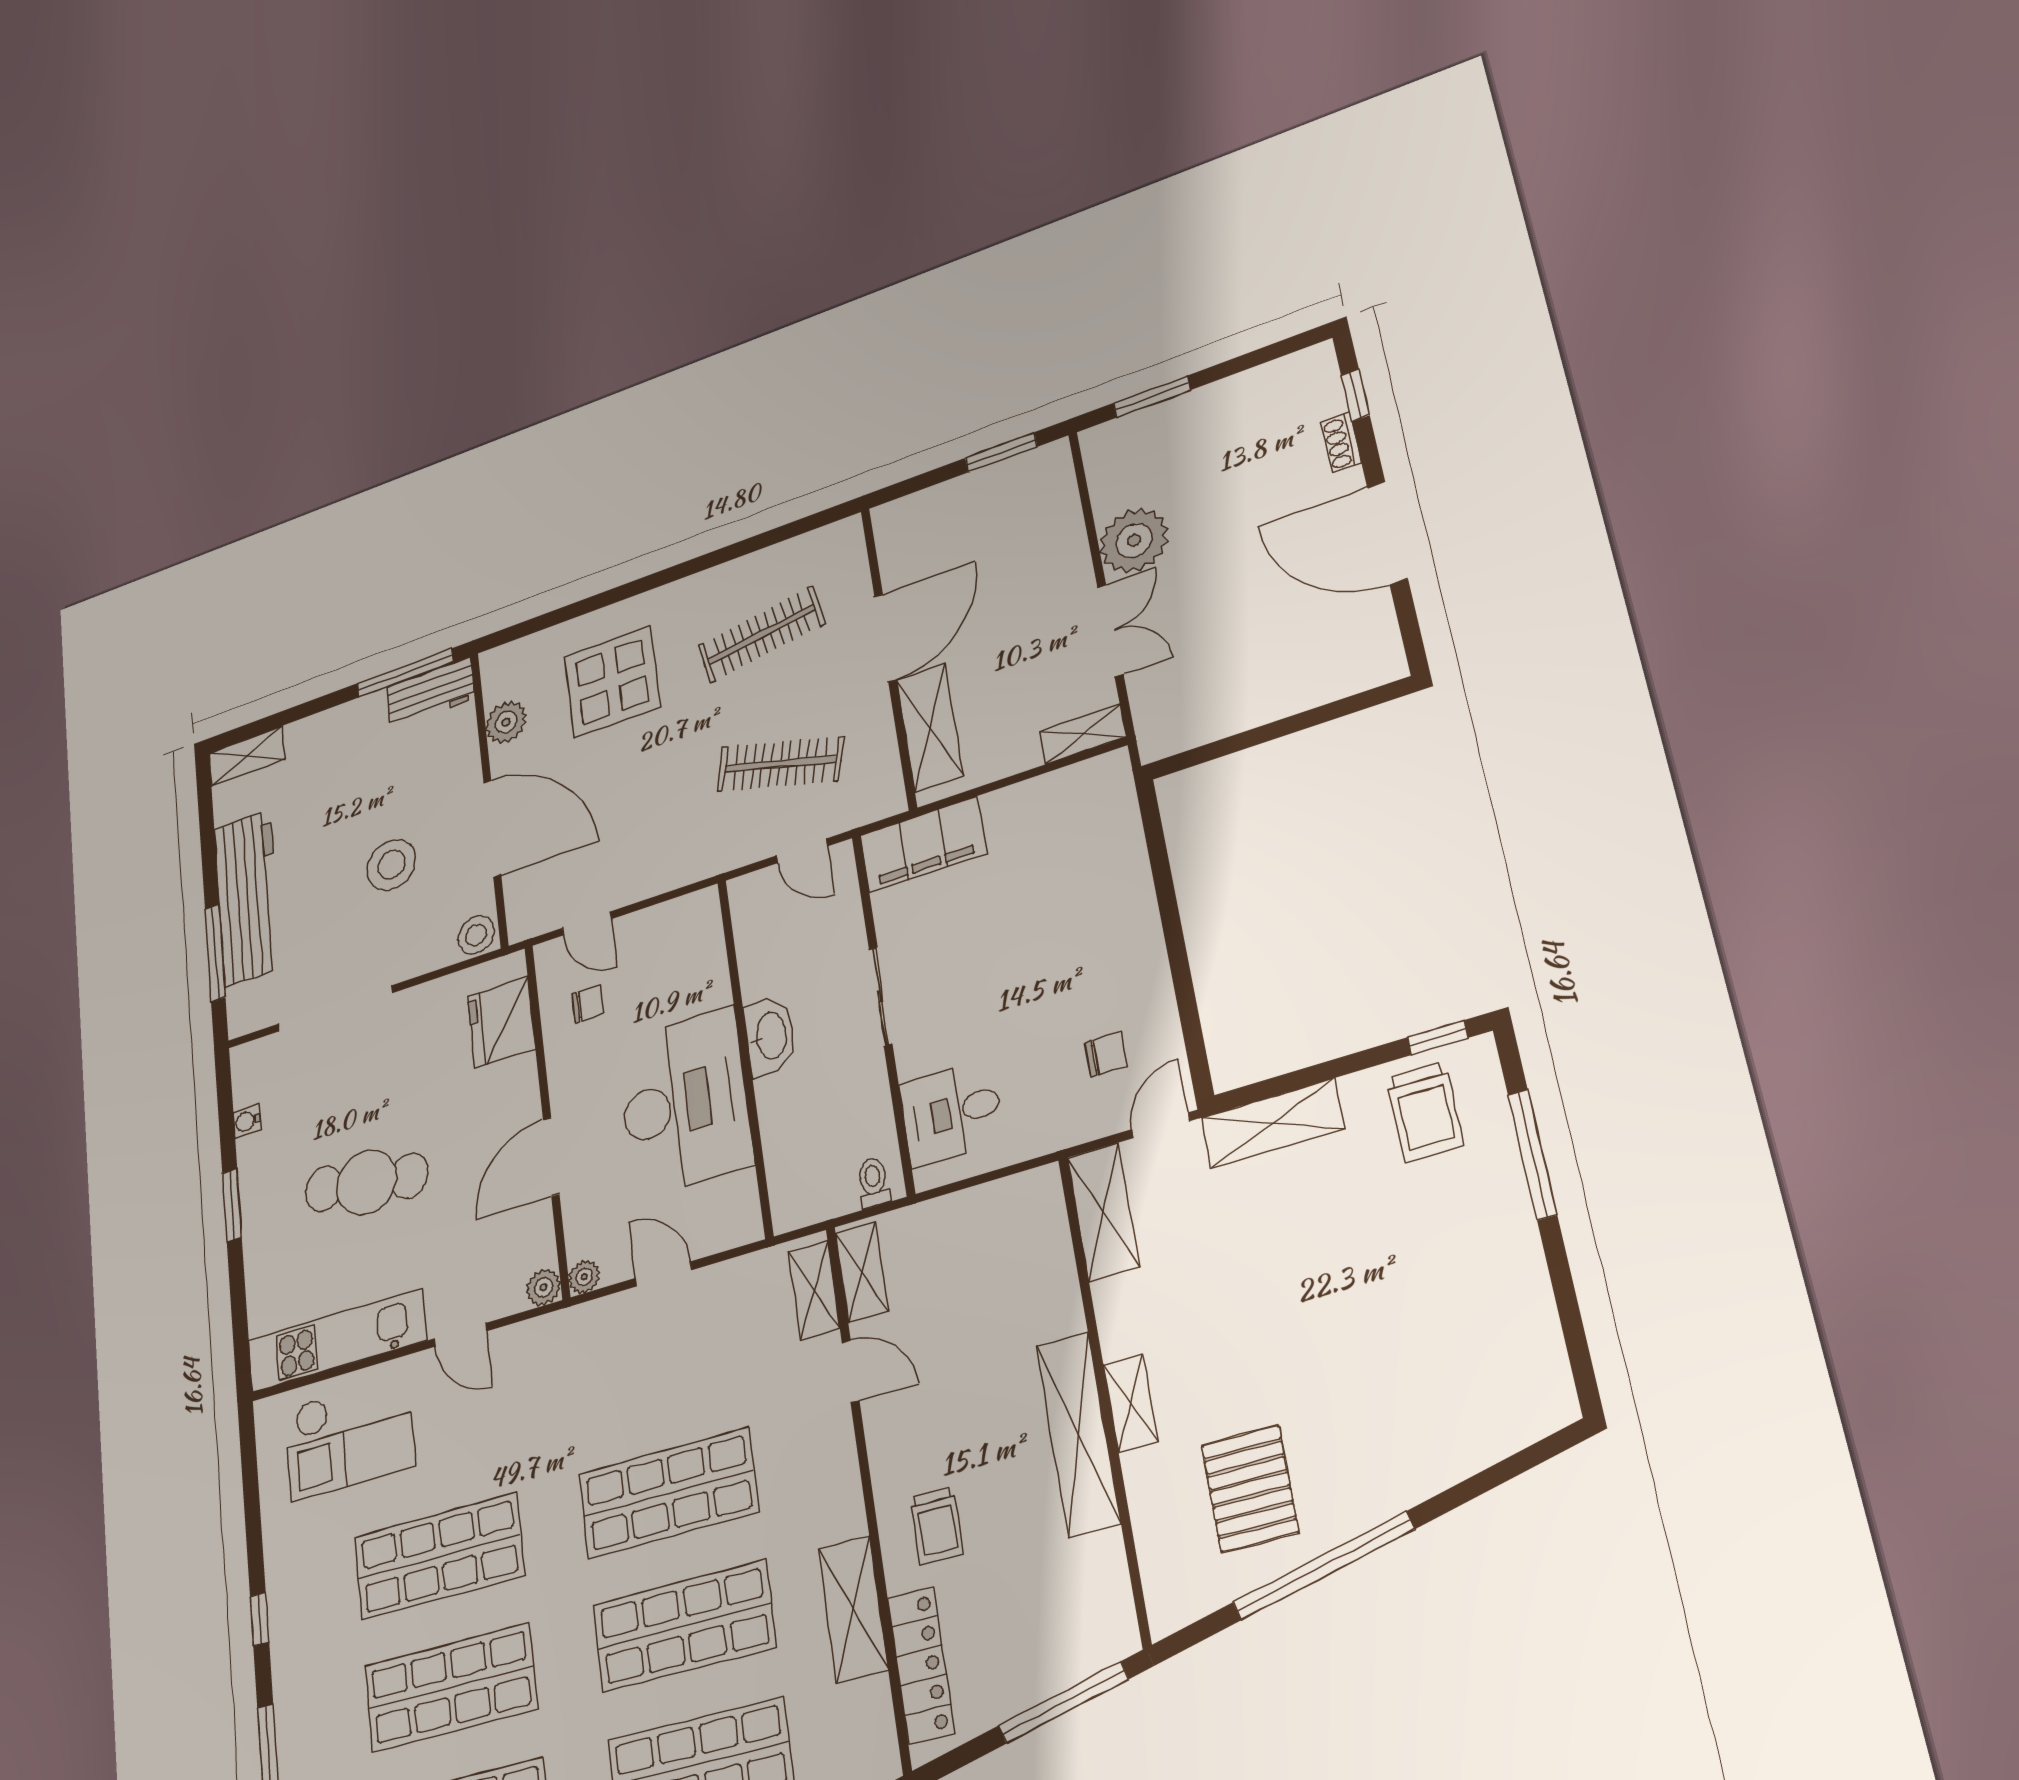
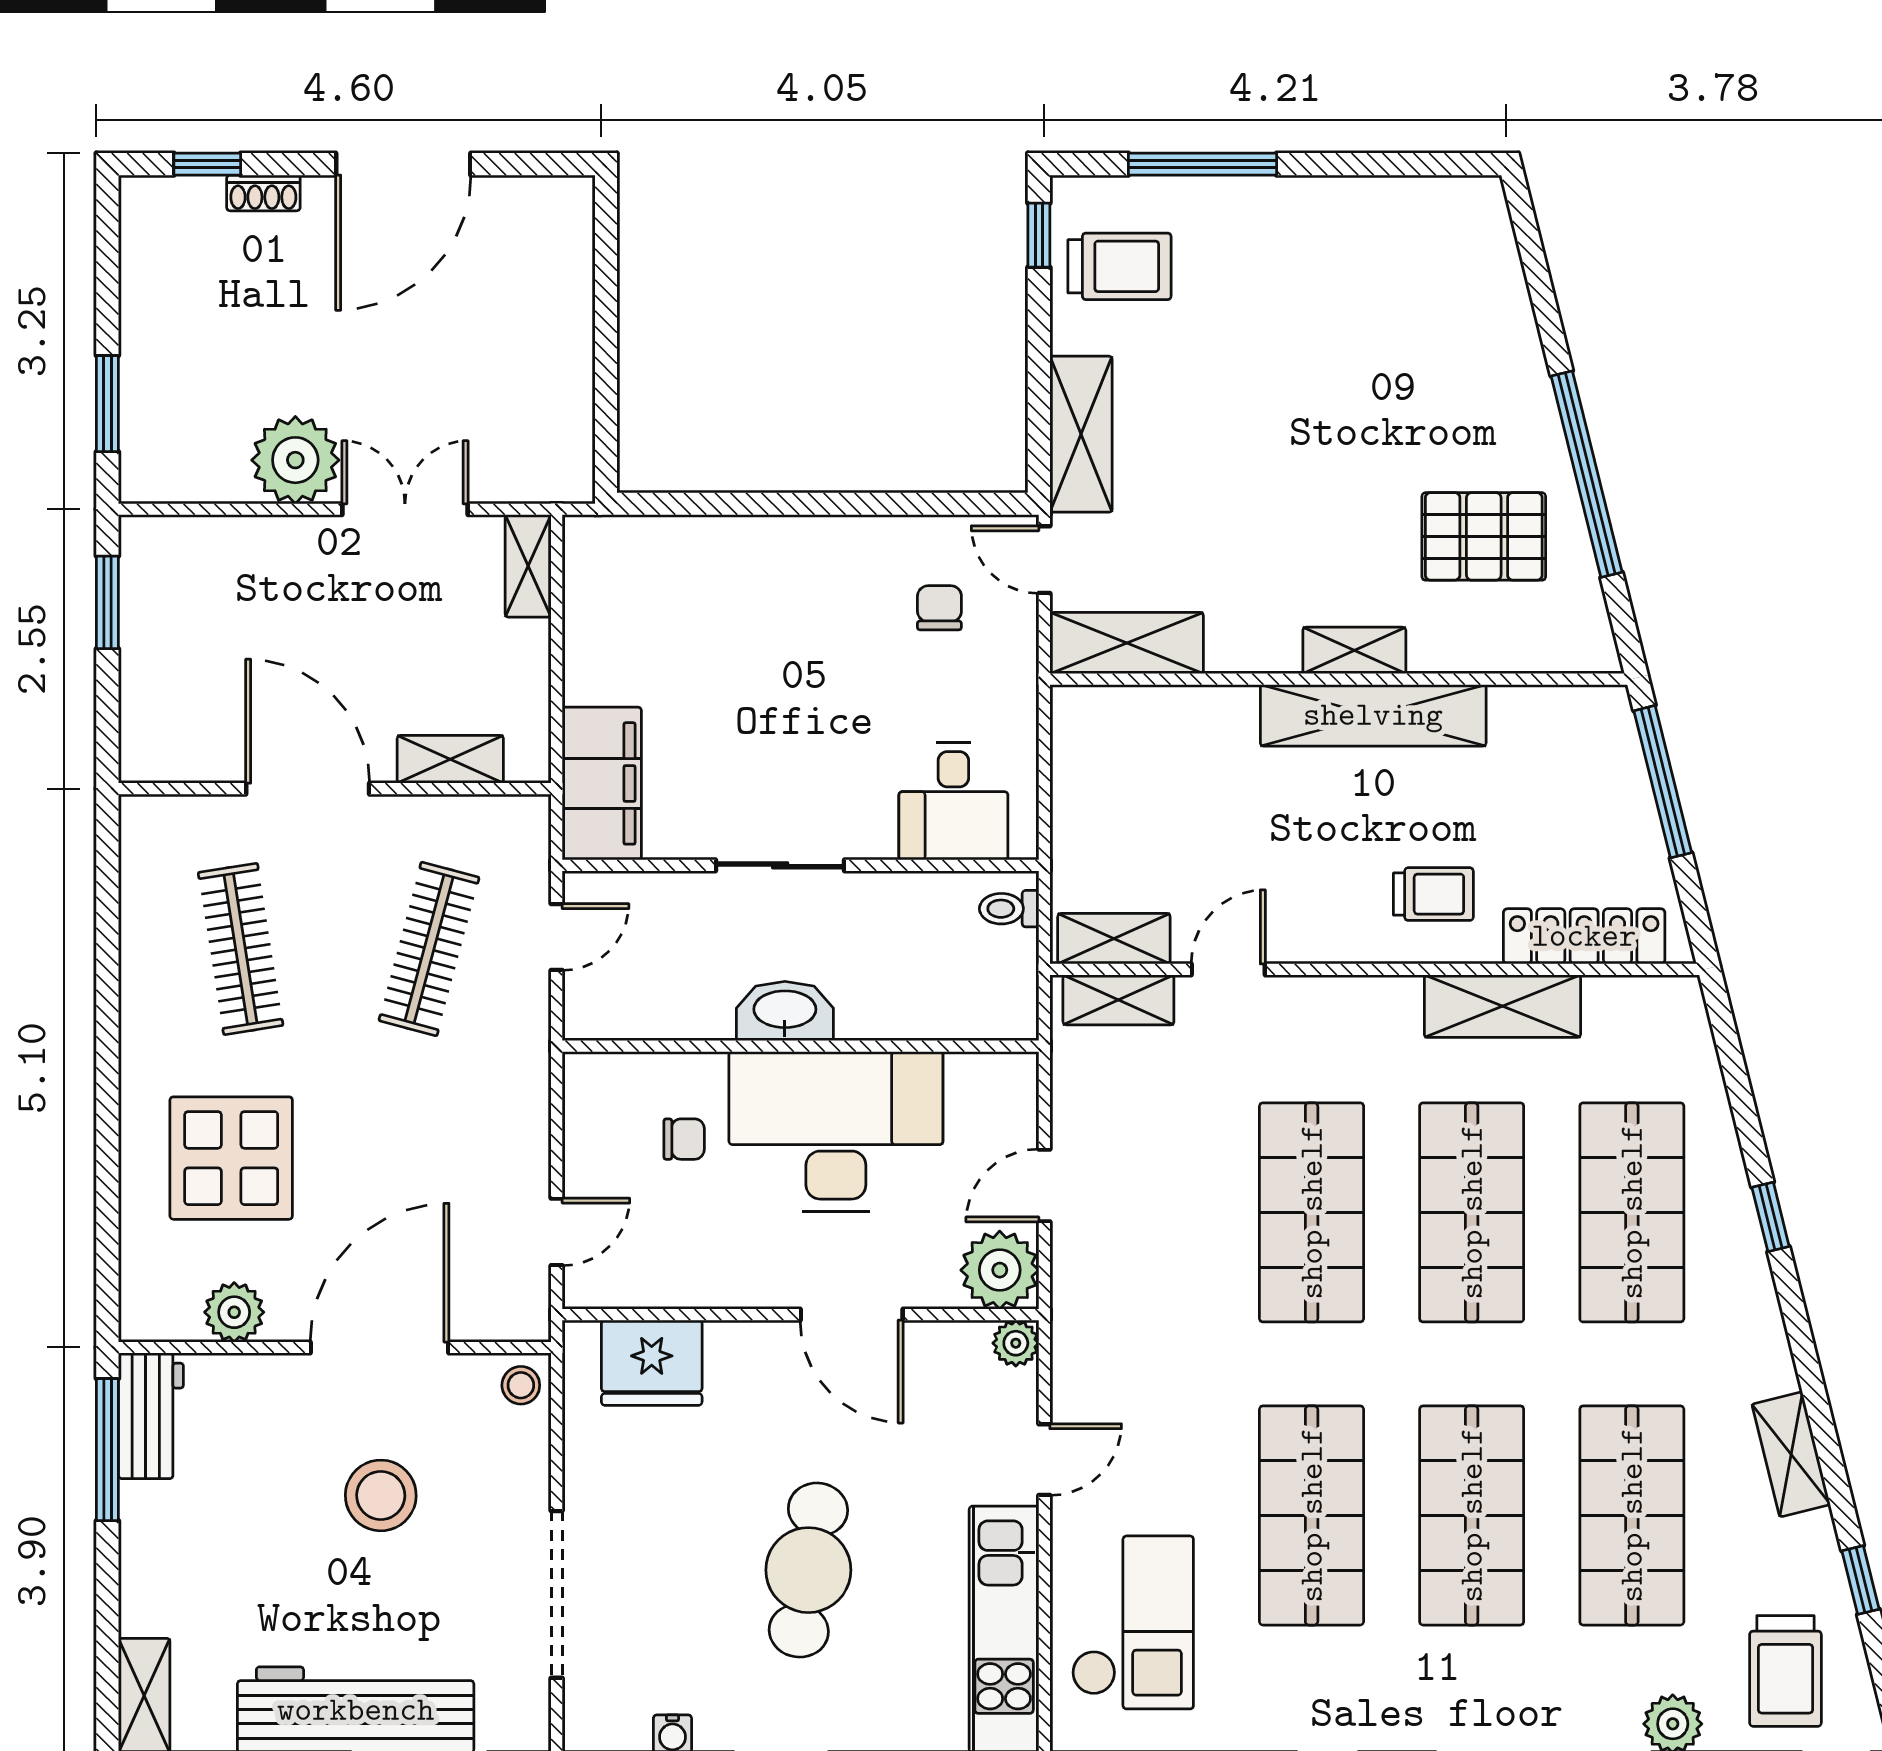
shelving: (930, 728) -> (450, 759), width x0.67, depth x0.75
stool: (476, 935) -> (521, 1385), width x0.73, depth x0.73
chair: (588, 1004) -> (684, 1139), moved, turned 90
plant: (584, 1277) -> (1000, 1270), width x1.87, depth x1.87

